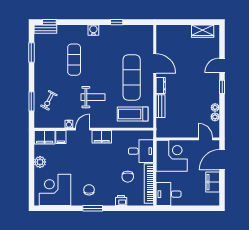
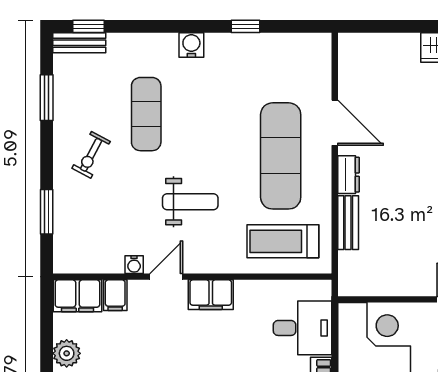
exercise bike: (49, 100) -> (91, 155), moved

